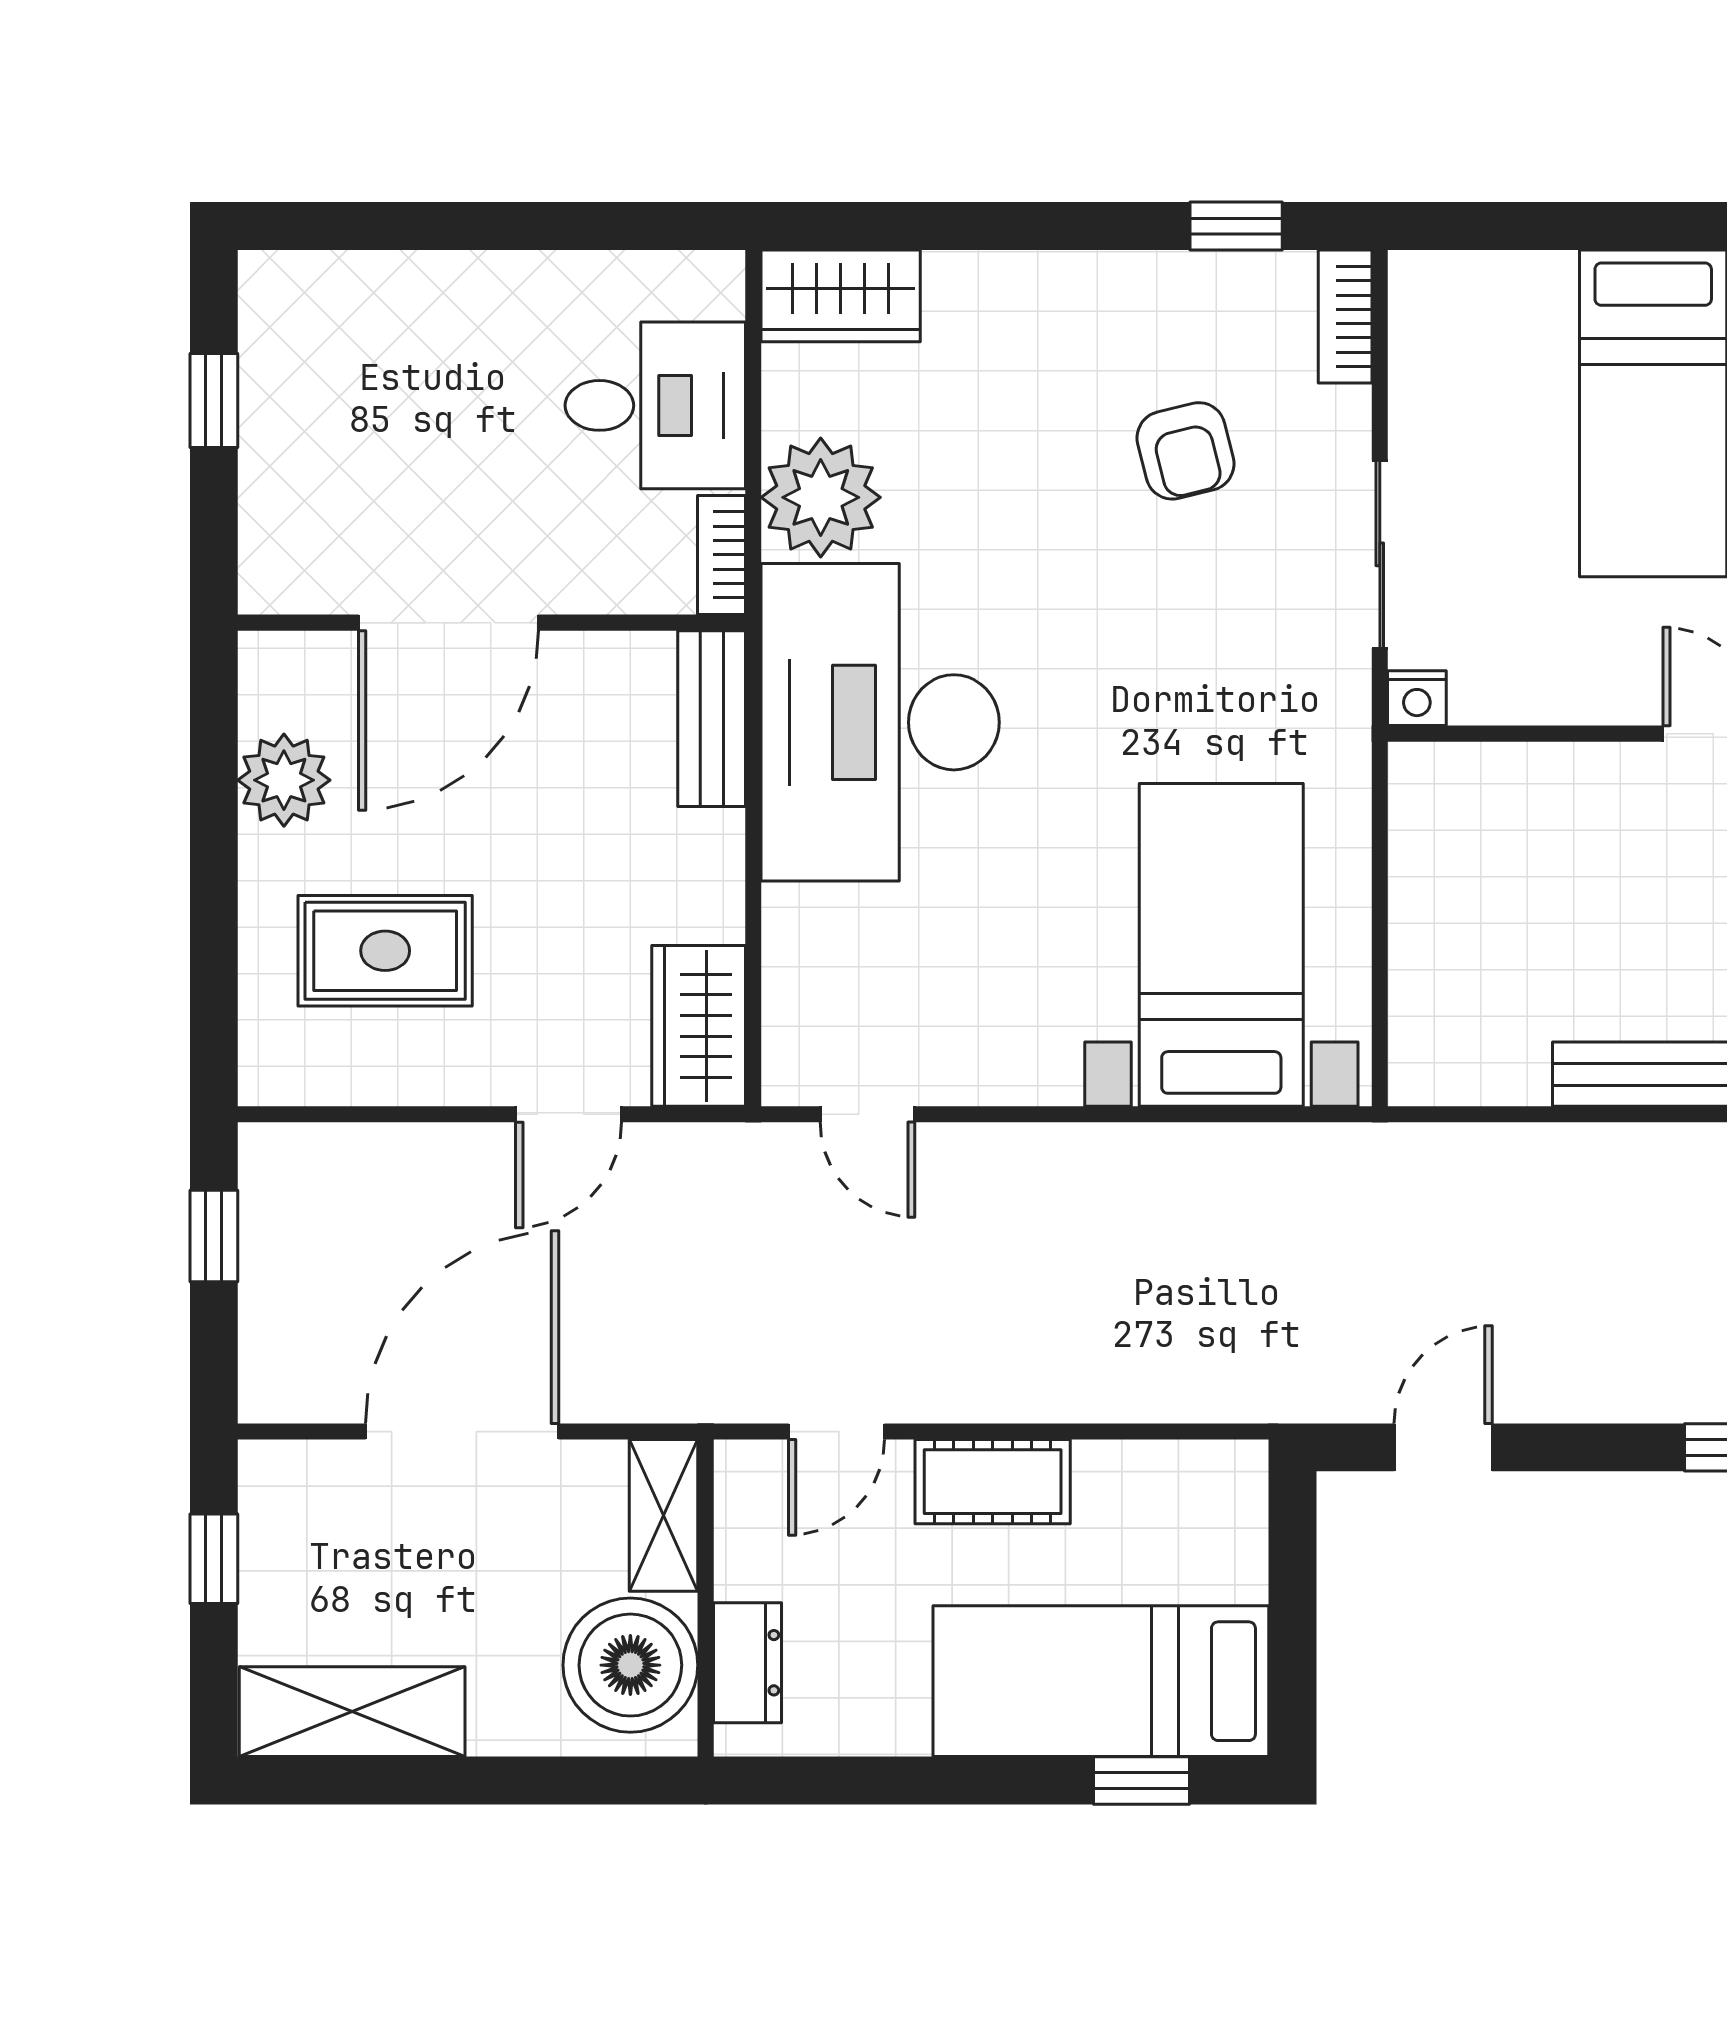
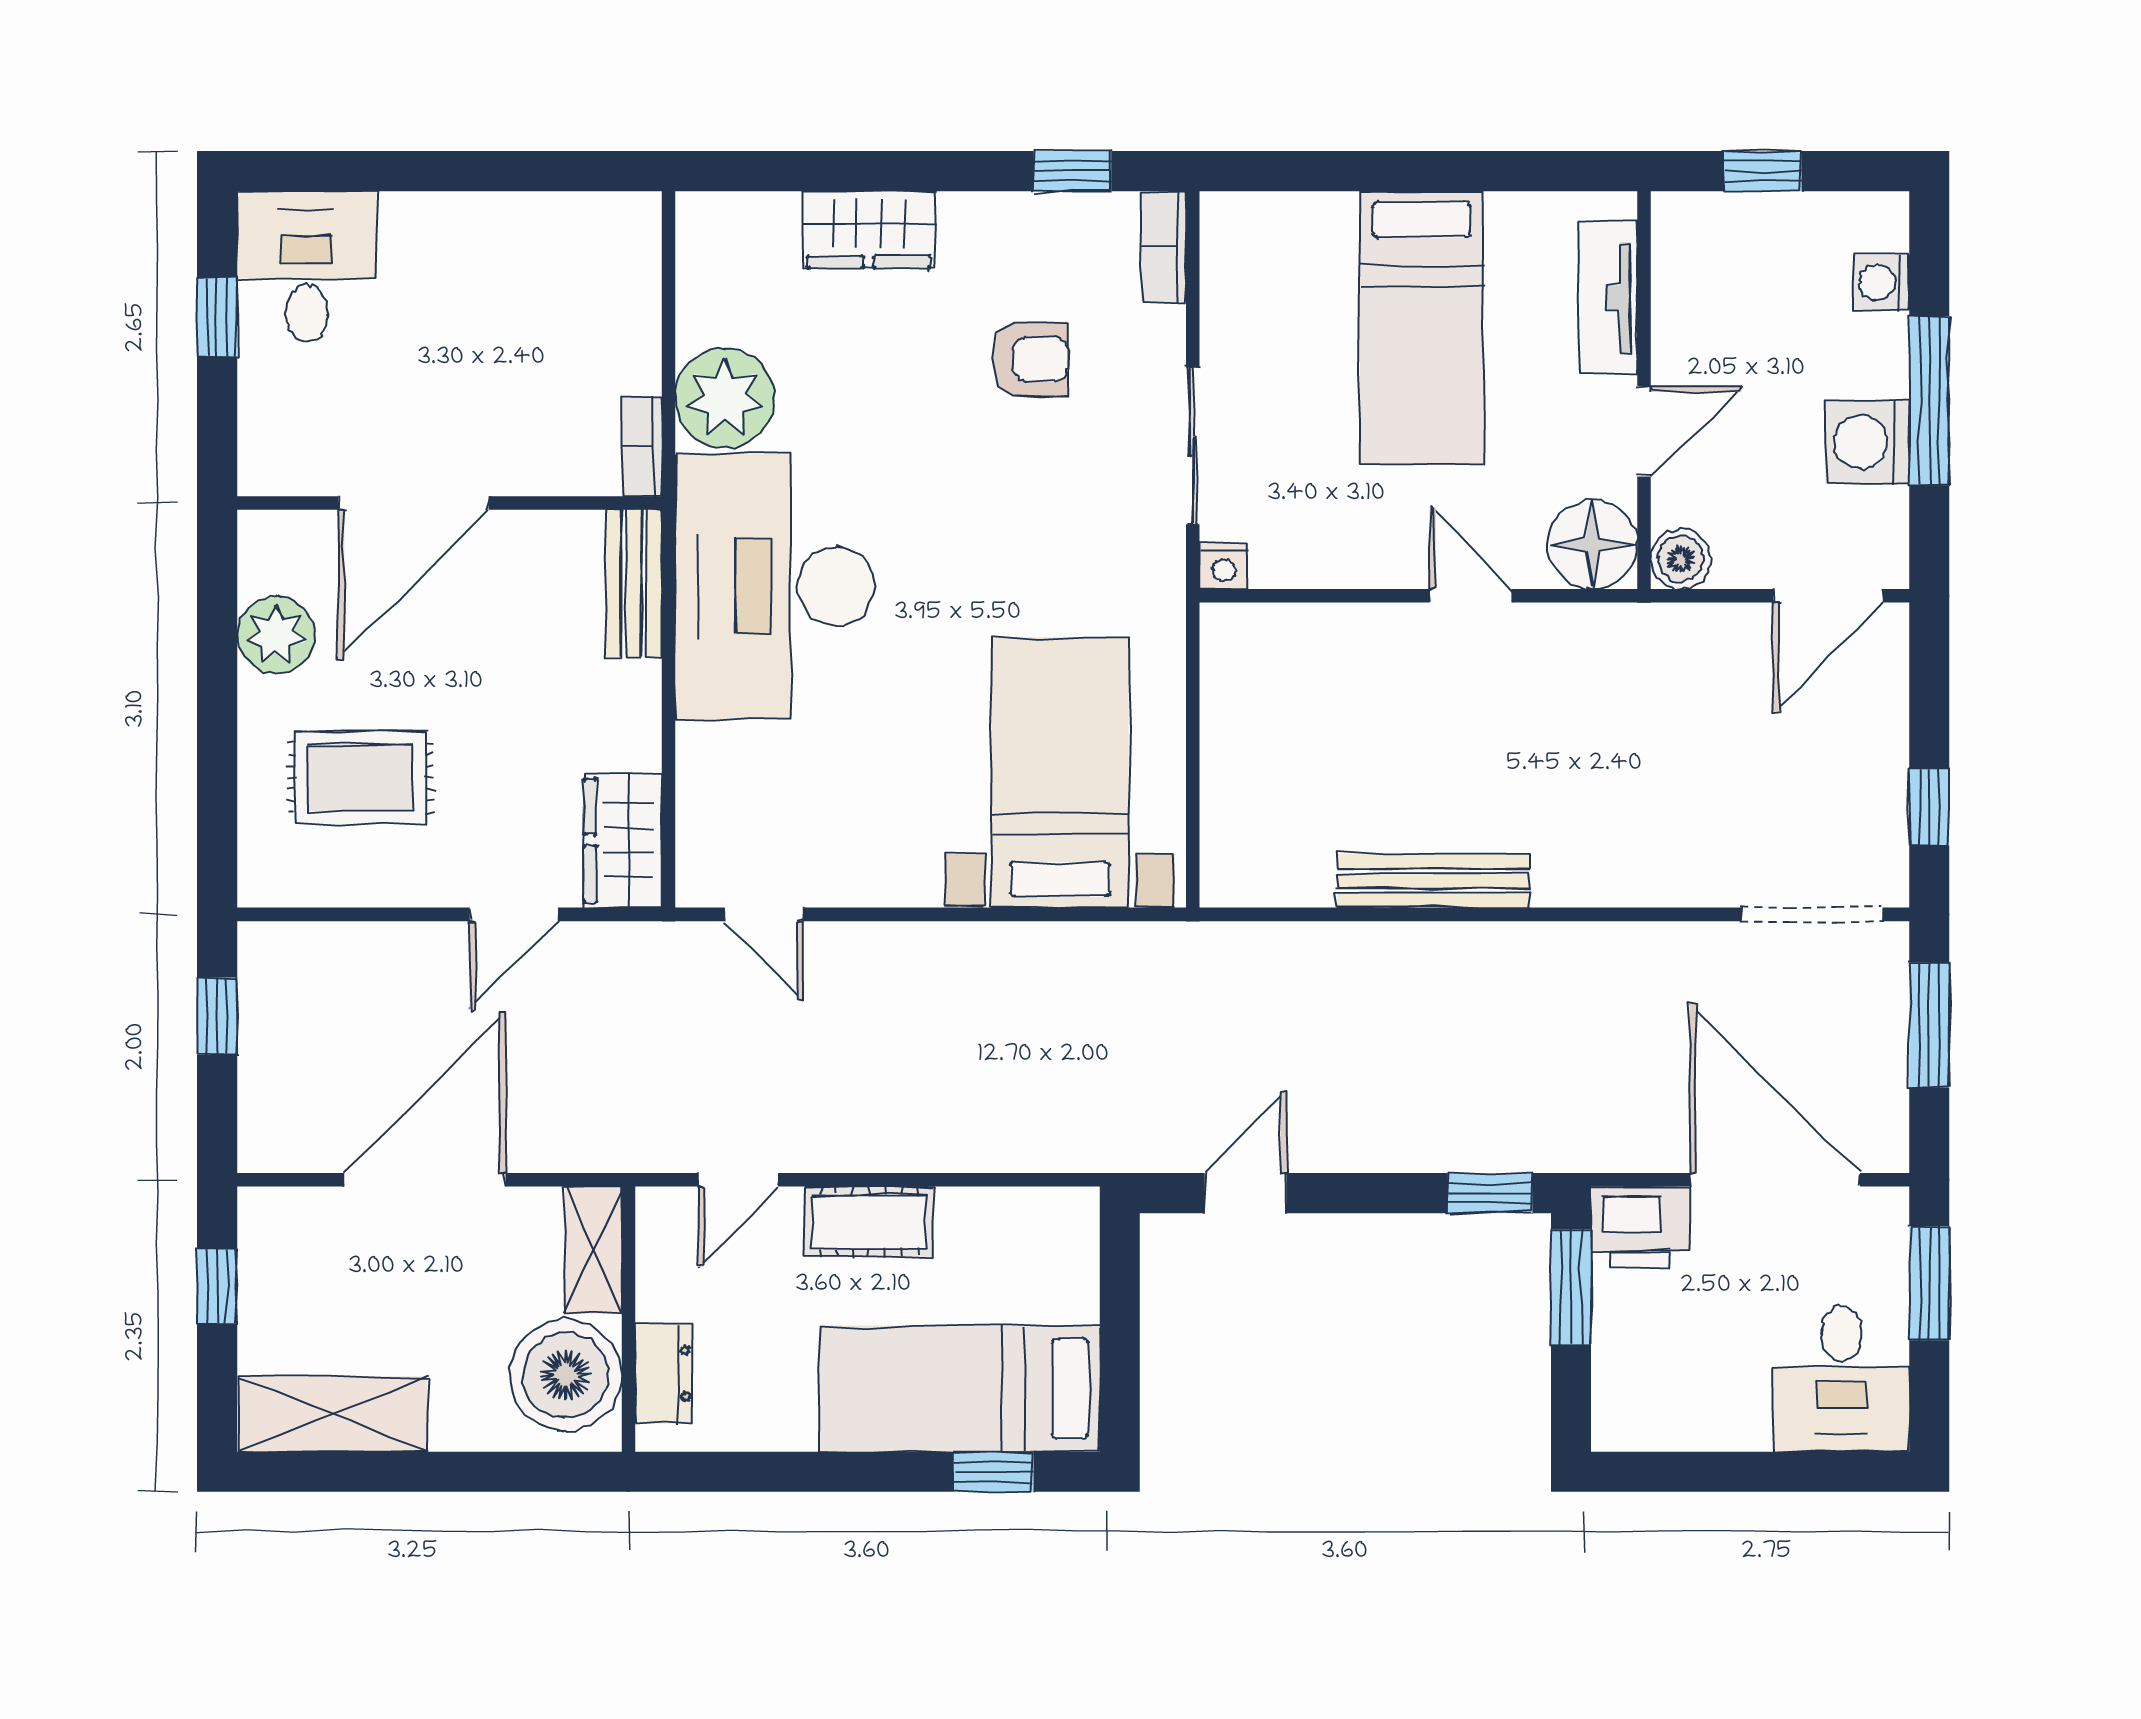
wardrobe: (841, 296) -> (869, 230), moved
desk: (655, 405) -> (307, 266), moved, turned -90
armchair: (1186, 451) -> (1030, 359), turned -76

